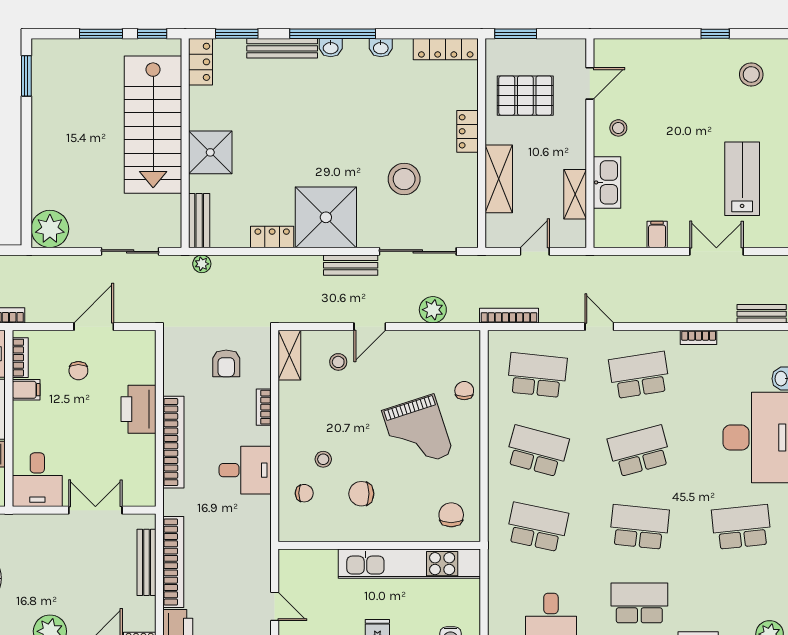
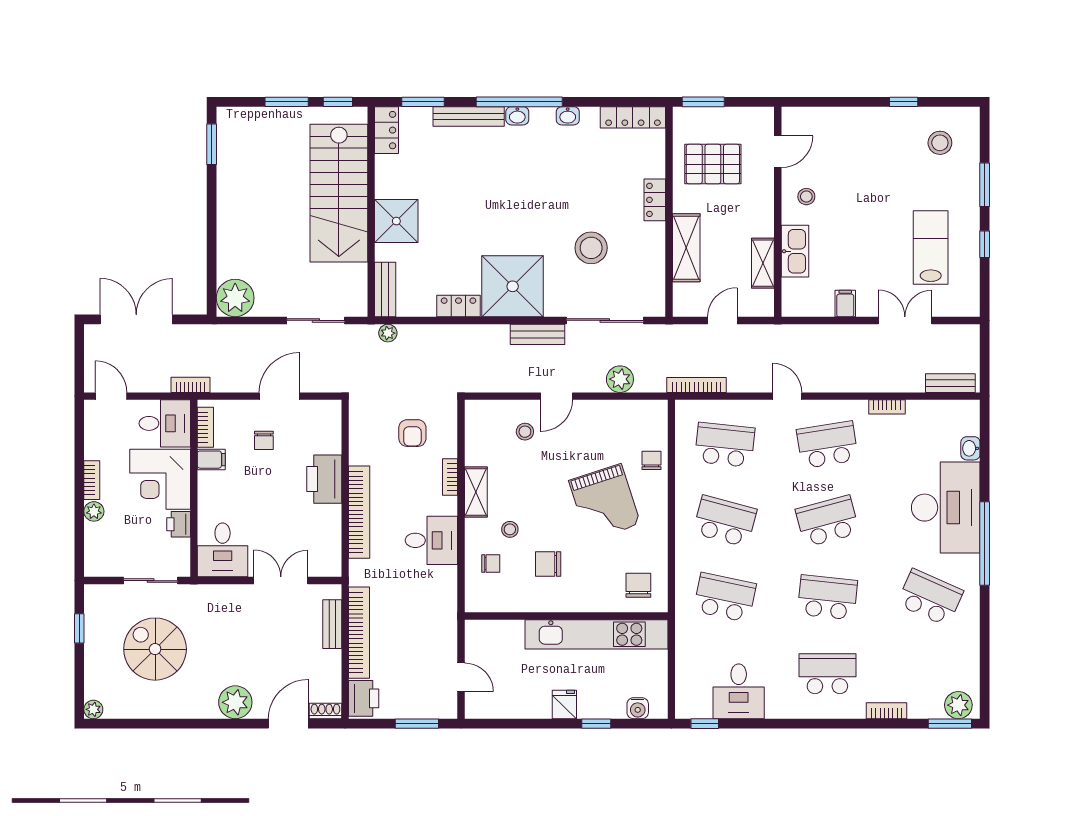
shelving: (289, 355) -> (476, 492), moved
school desk: (741, 527) -> (930, 597), turned 30
bench: (146, 562) -> (332, 624), width x0.73

